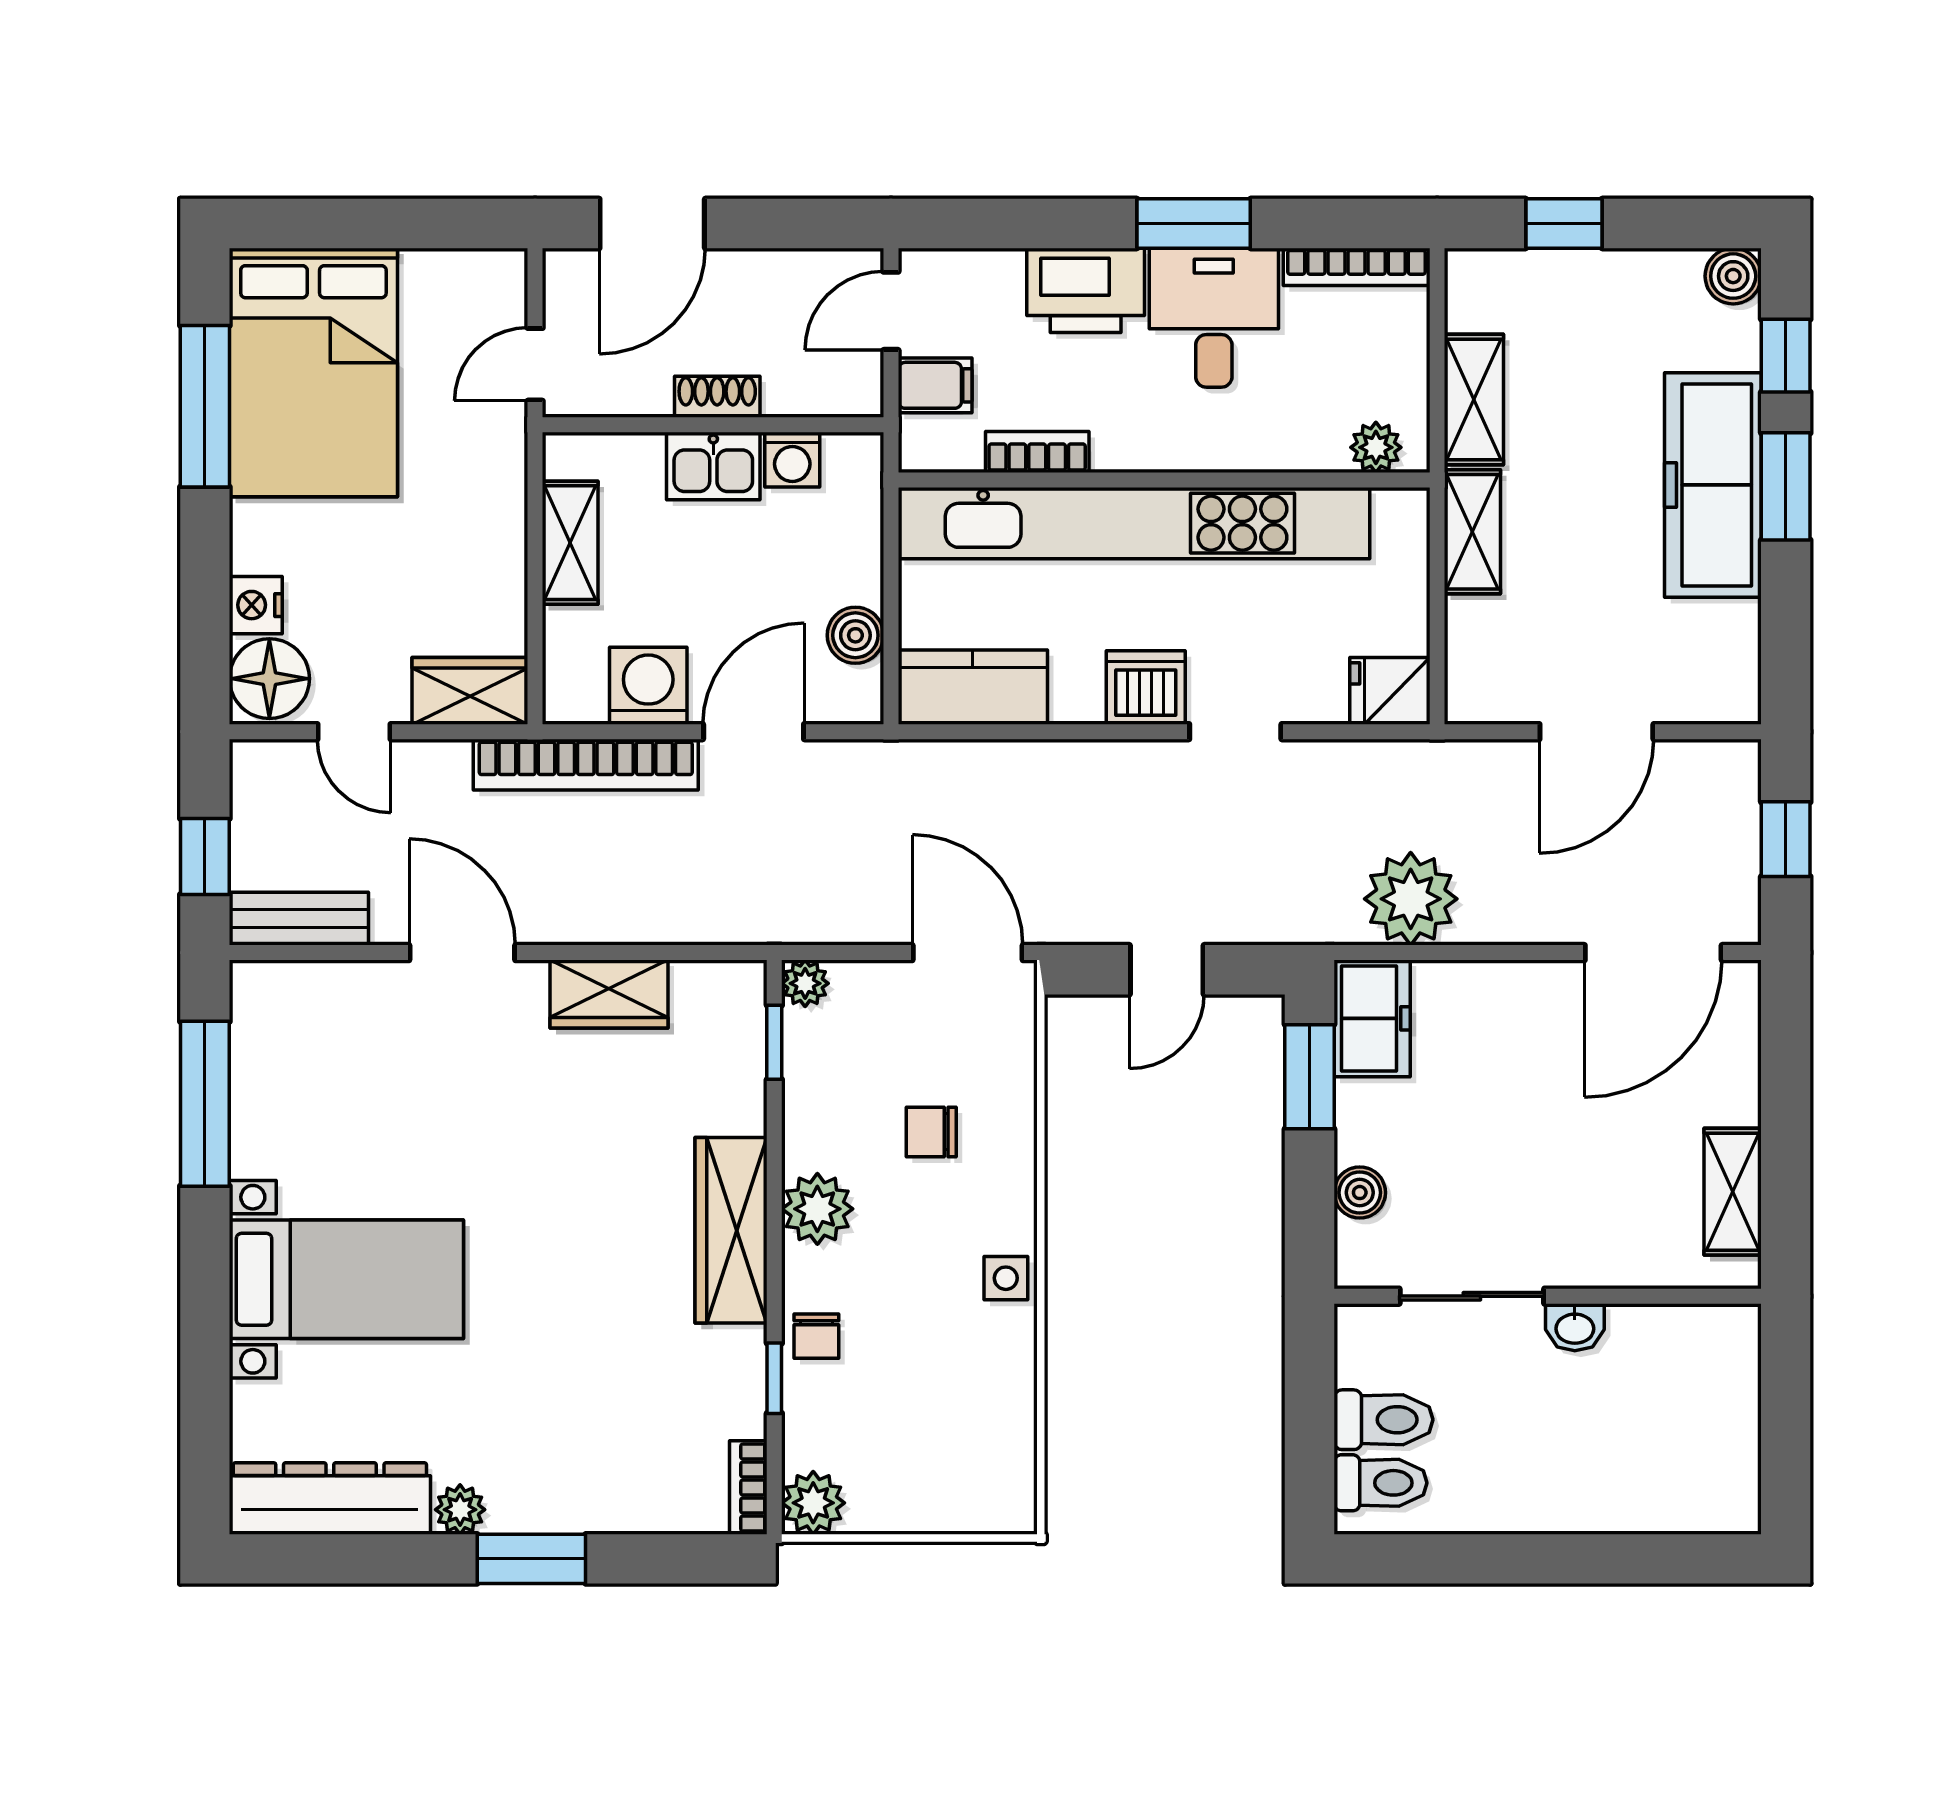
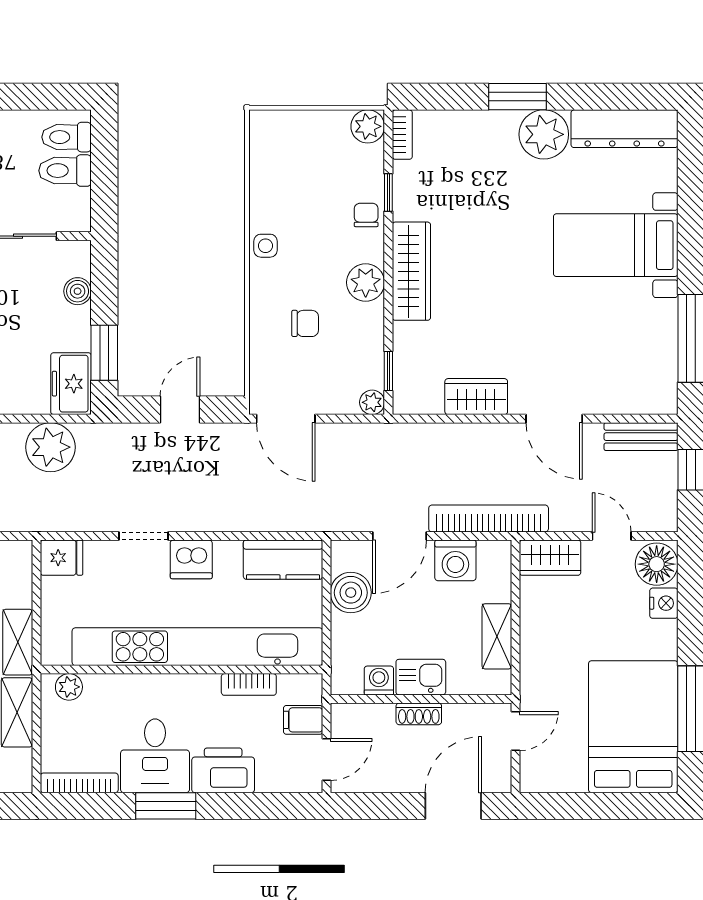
boiler: (855, 635) -> (351, 593), width x1.36, depth x1.36
plant: (460, 1510) -> (544, 134), width x1.88, depth x1.88

